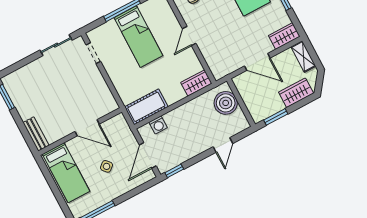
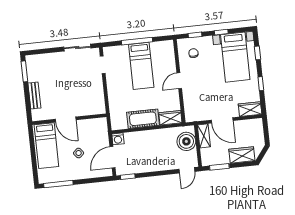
shelving: (303, 56) -> (204, 136), moved
cot: (146, 107) -> (143, 119), moved
washing machine: (158, 125) -> (118, 139), moved
door: (87, 128) -> (66, 120), moved
bench: (36, 134) -> (34, 96), moved
door: (223, 145) -> (187, 170), moved

